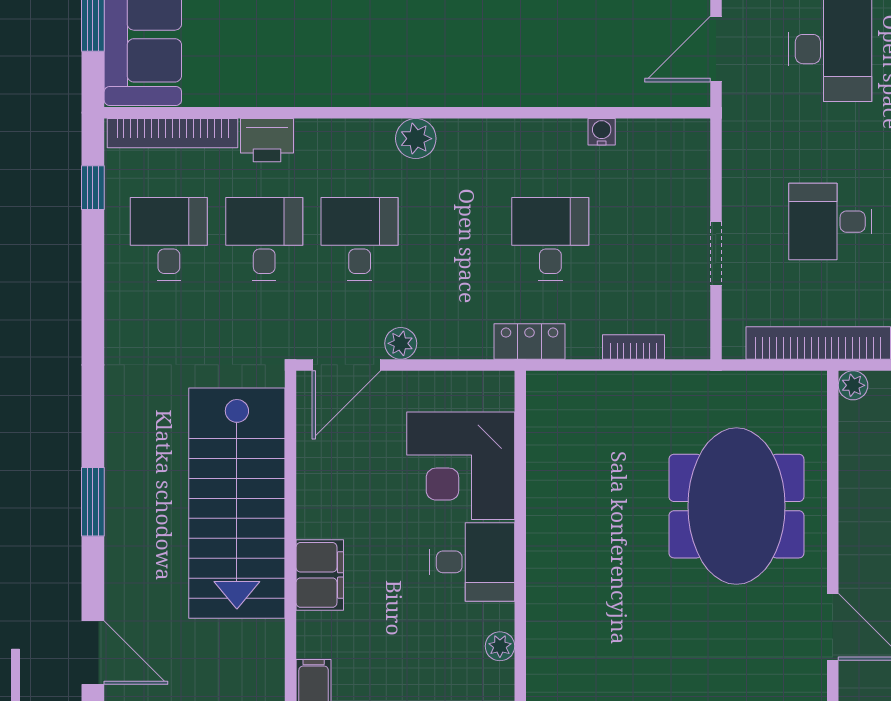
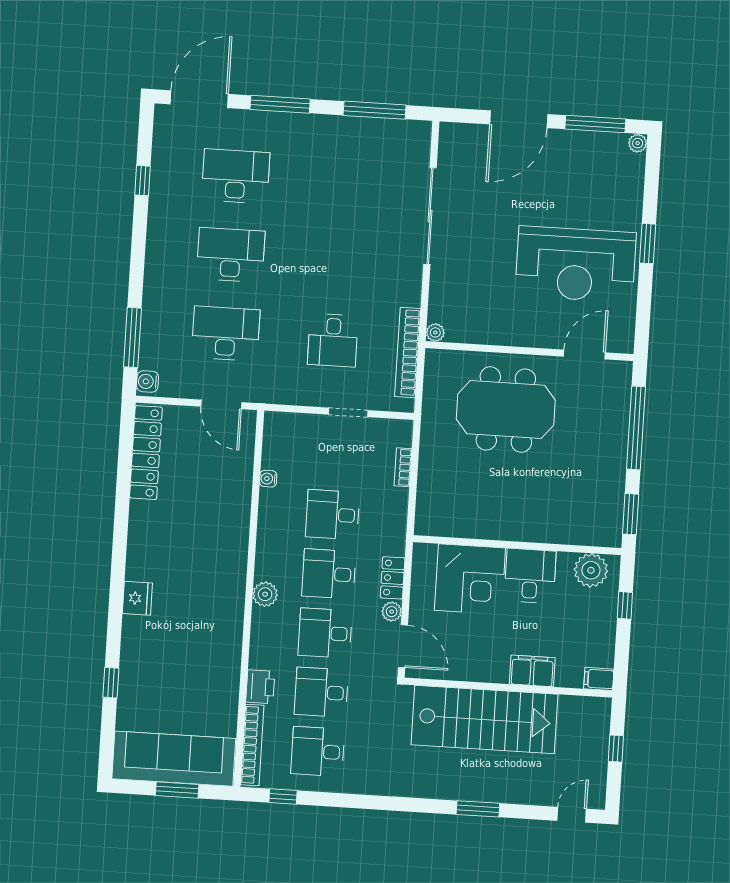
desk: (455, 239) -> (329, 574), added
locker: (529, 341) -> (393, 578), moved
plant: (500, 646) -> (591, 570), width x1.88, depth x1.88
door: (93, 653) -> (572, 815), width x0.73

